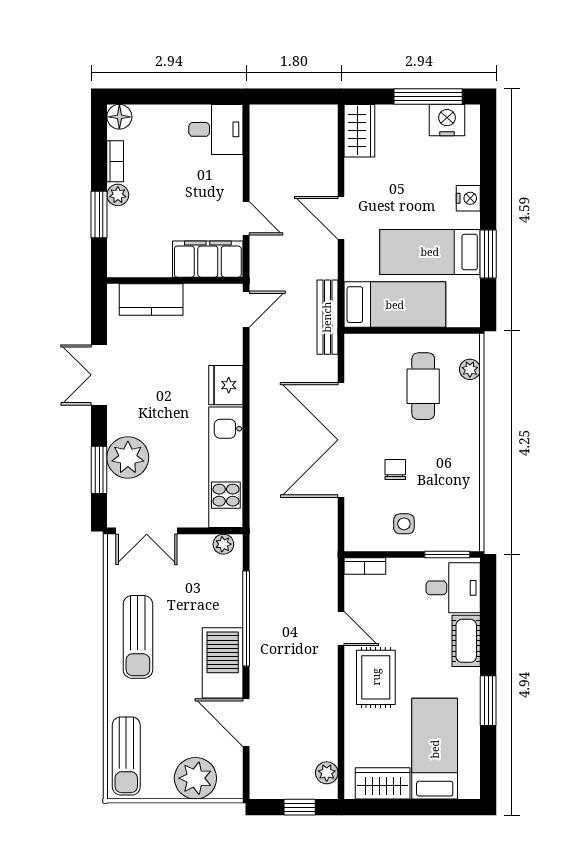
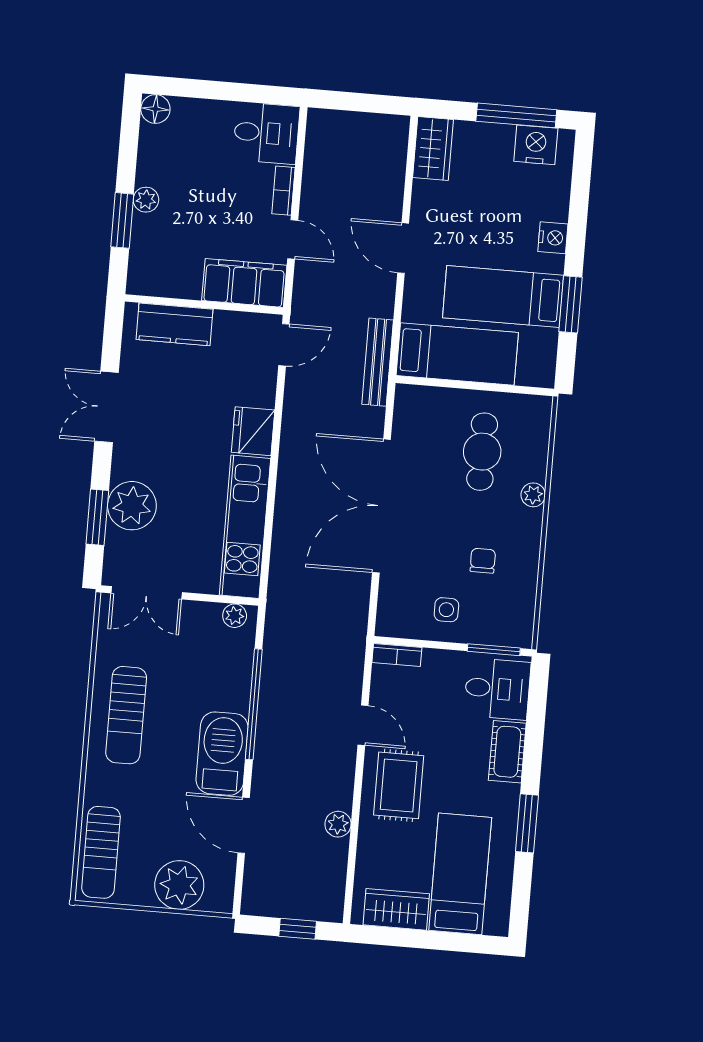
bookcase: (115, 161) -> (284, 191), moved, turned 180
plant: (470, 369) -> (533, 495), moved
chair: (395, 469) -> (483, 561), moved
plant: (327, 773) -> (338, 824), moved

